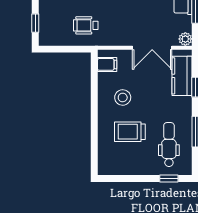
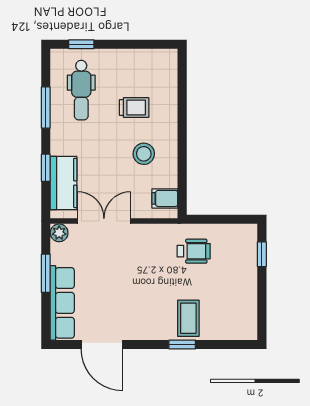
trolley: (130, 132) -> (134, 107), width x0.73, depth x0.72

